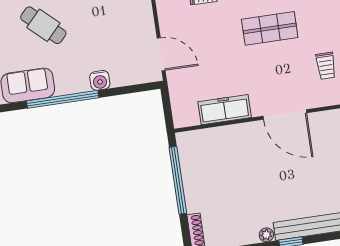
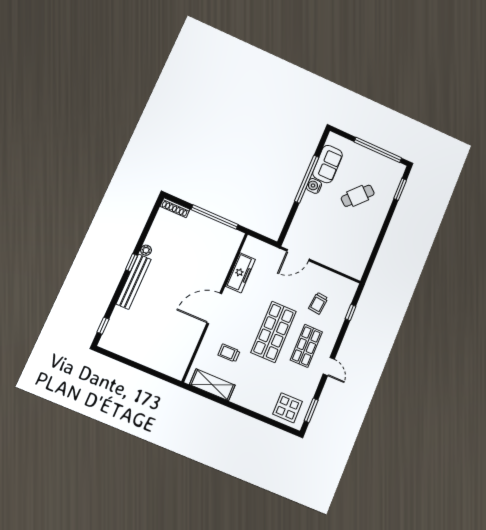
shop shelf: (270, 28) -> (274, 332), width x1.43, depth x1.36
water cooler: (100, 80) -> (314, 186), moved

